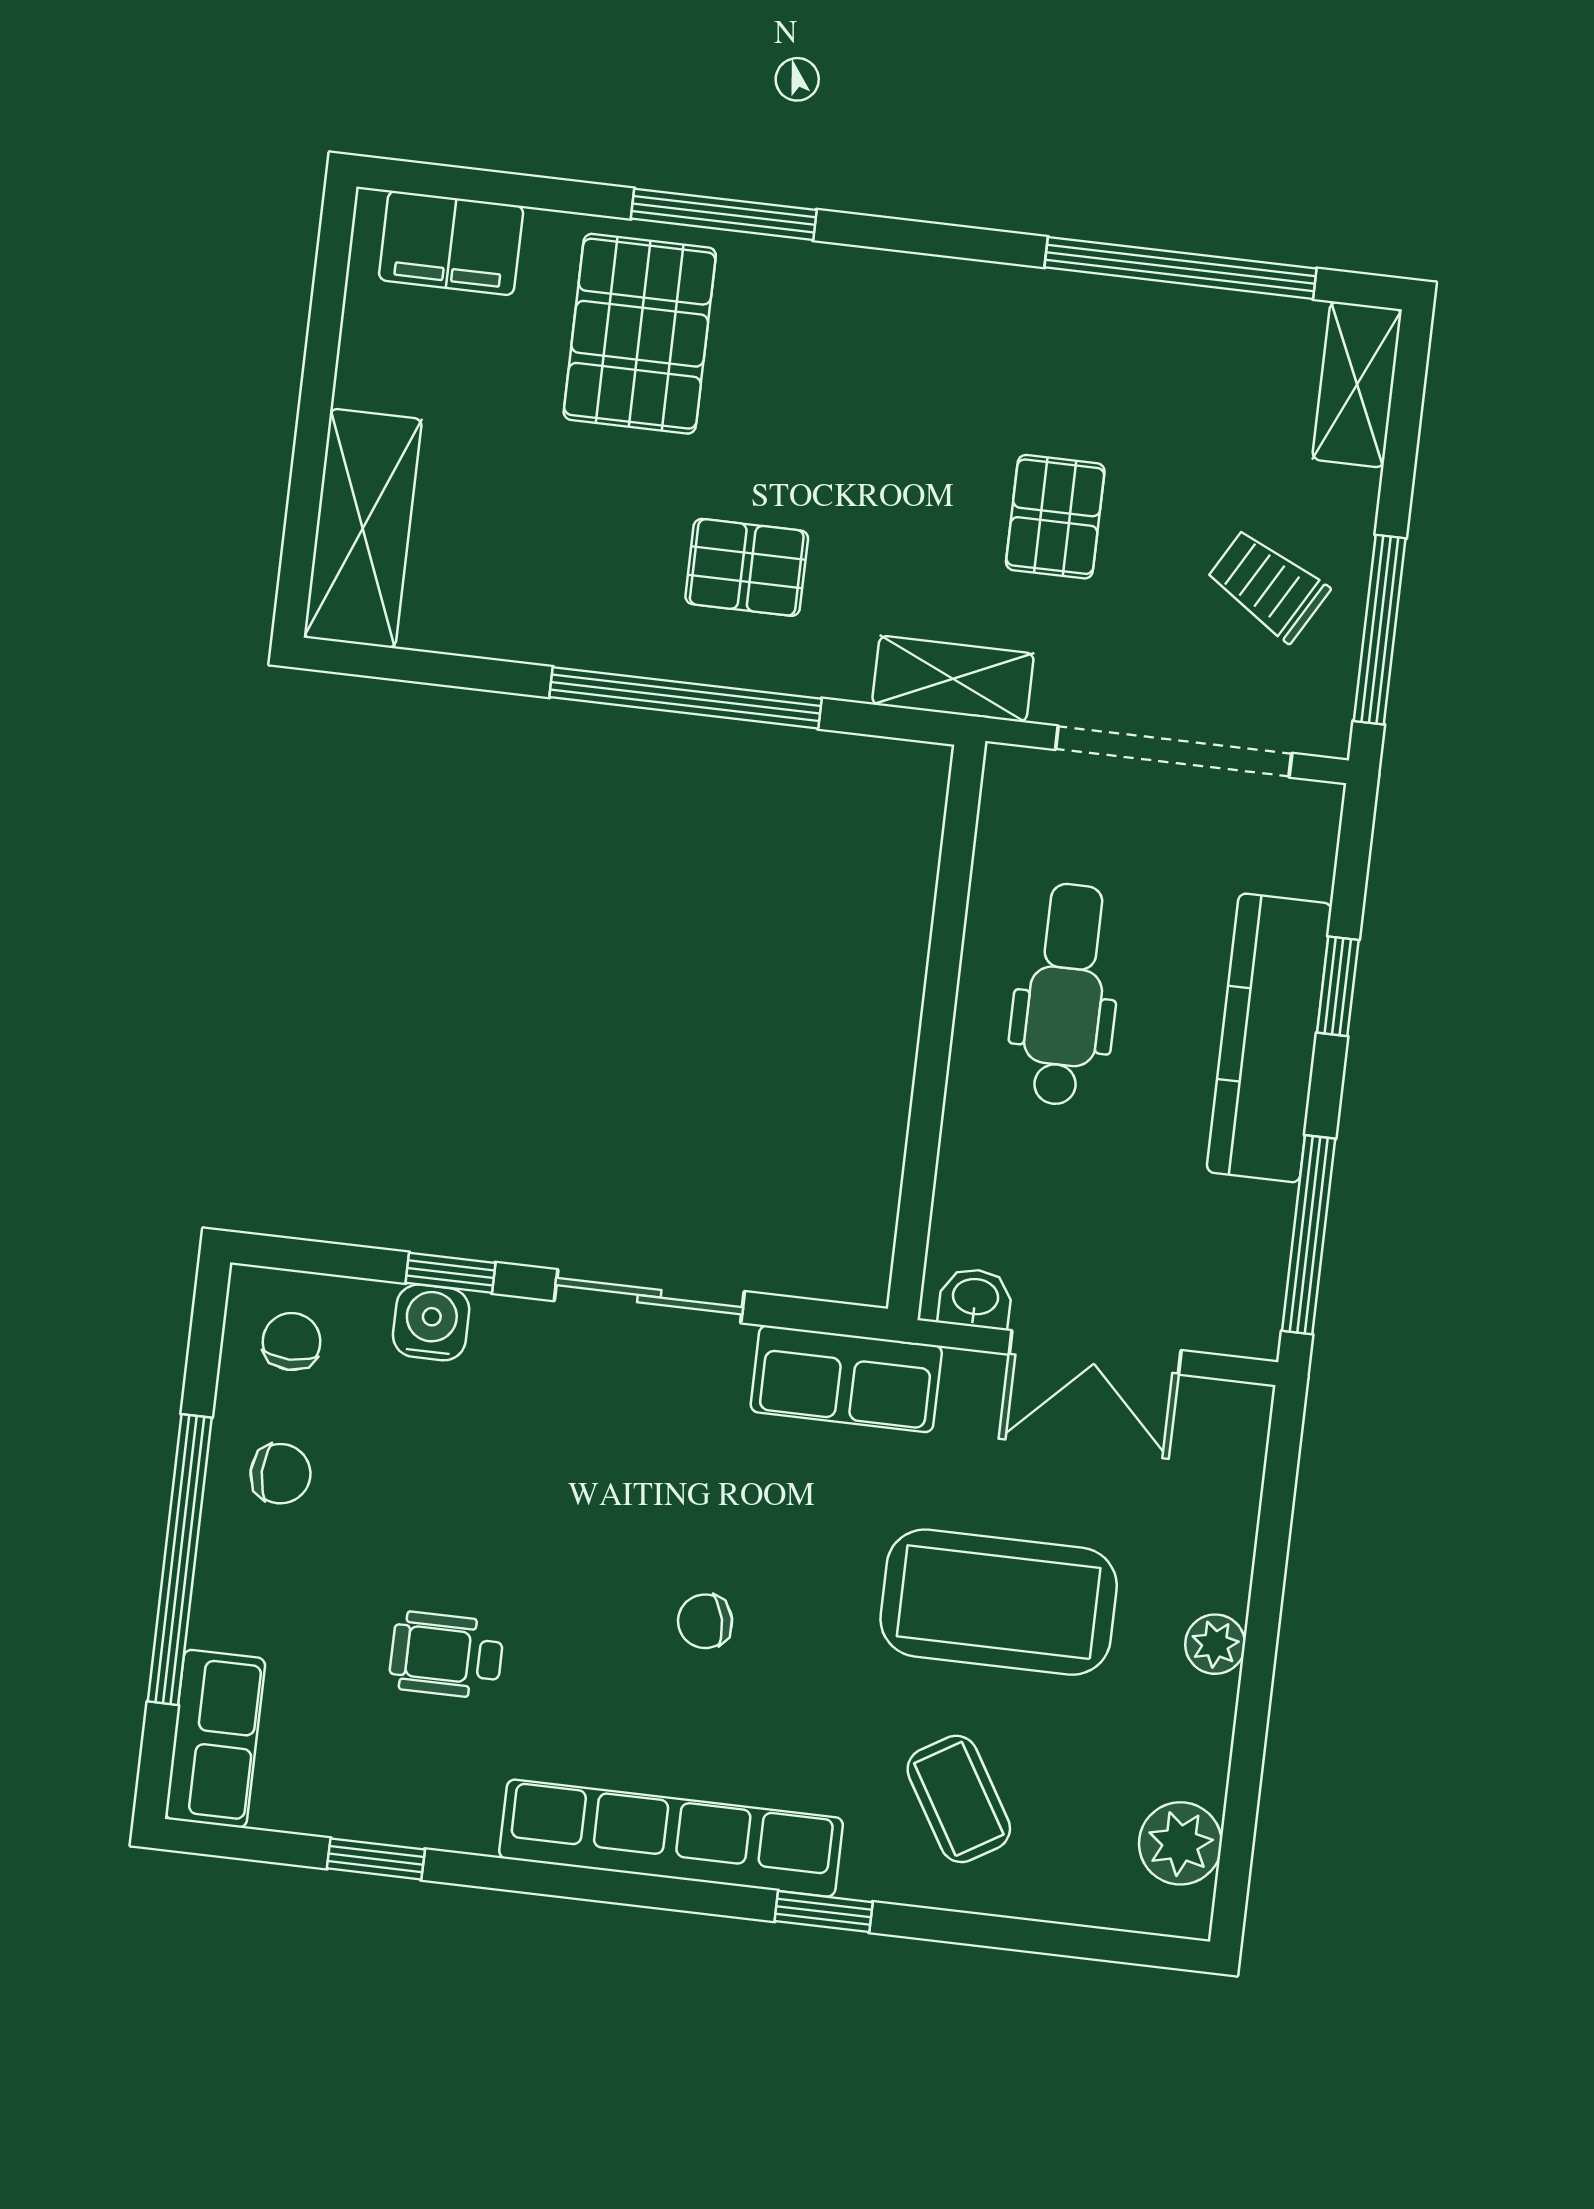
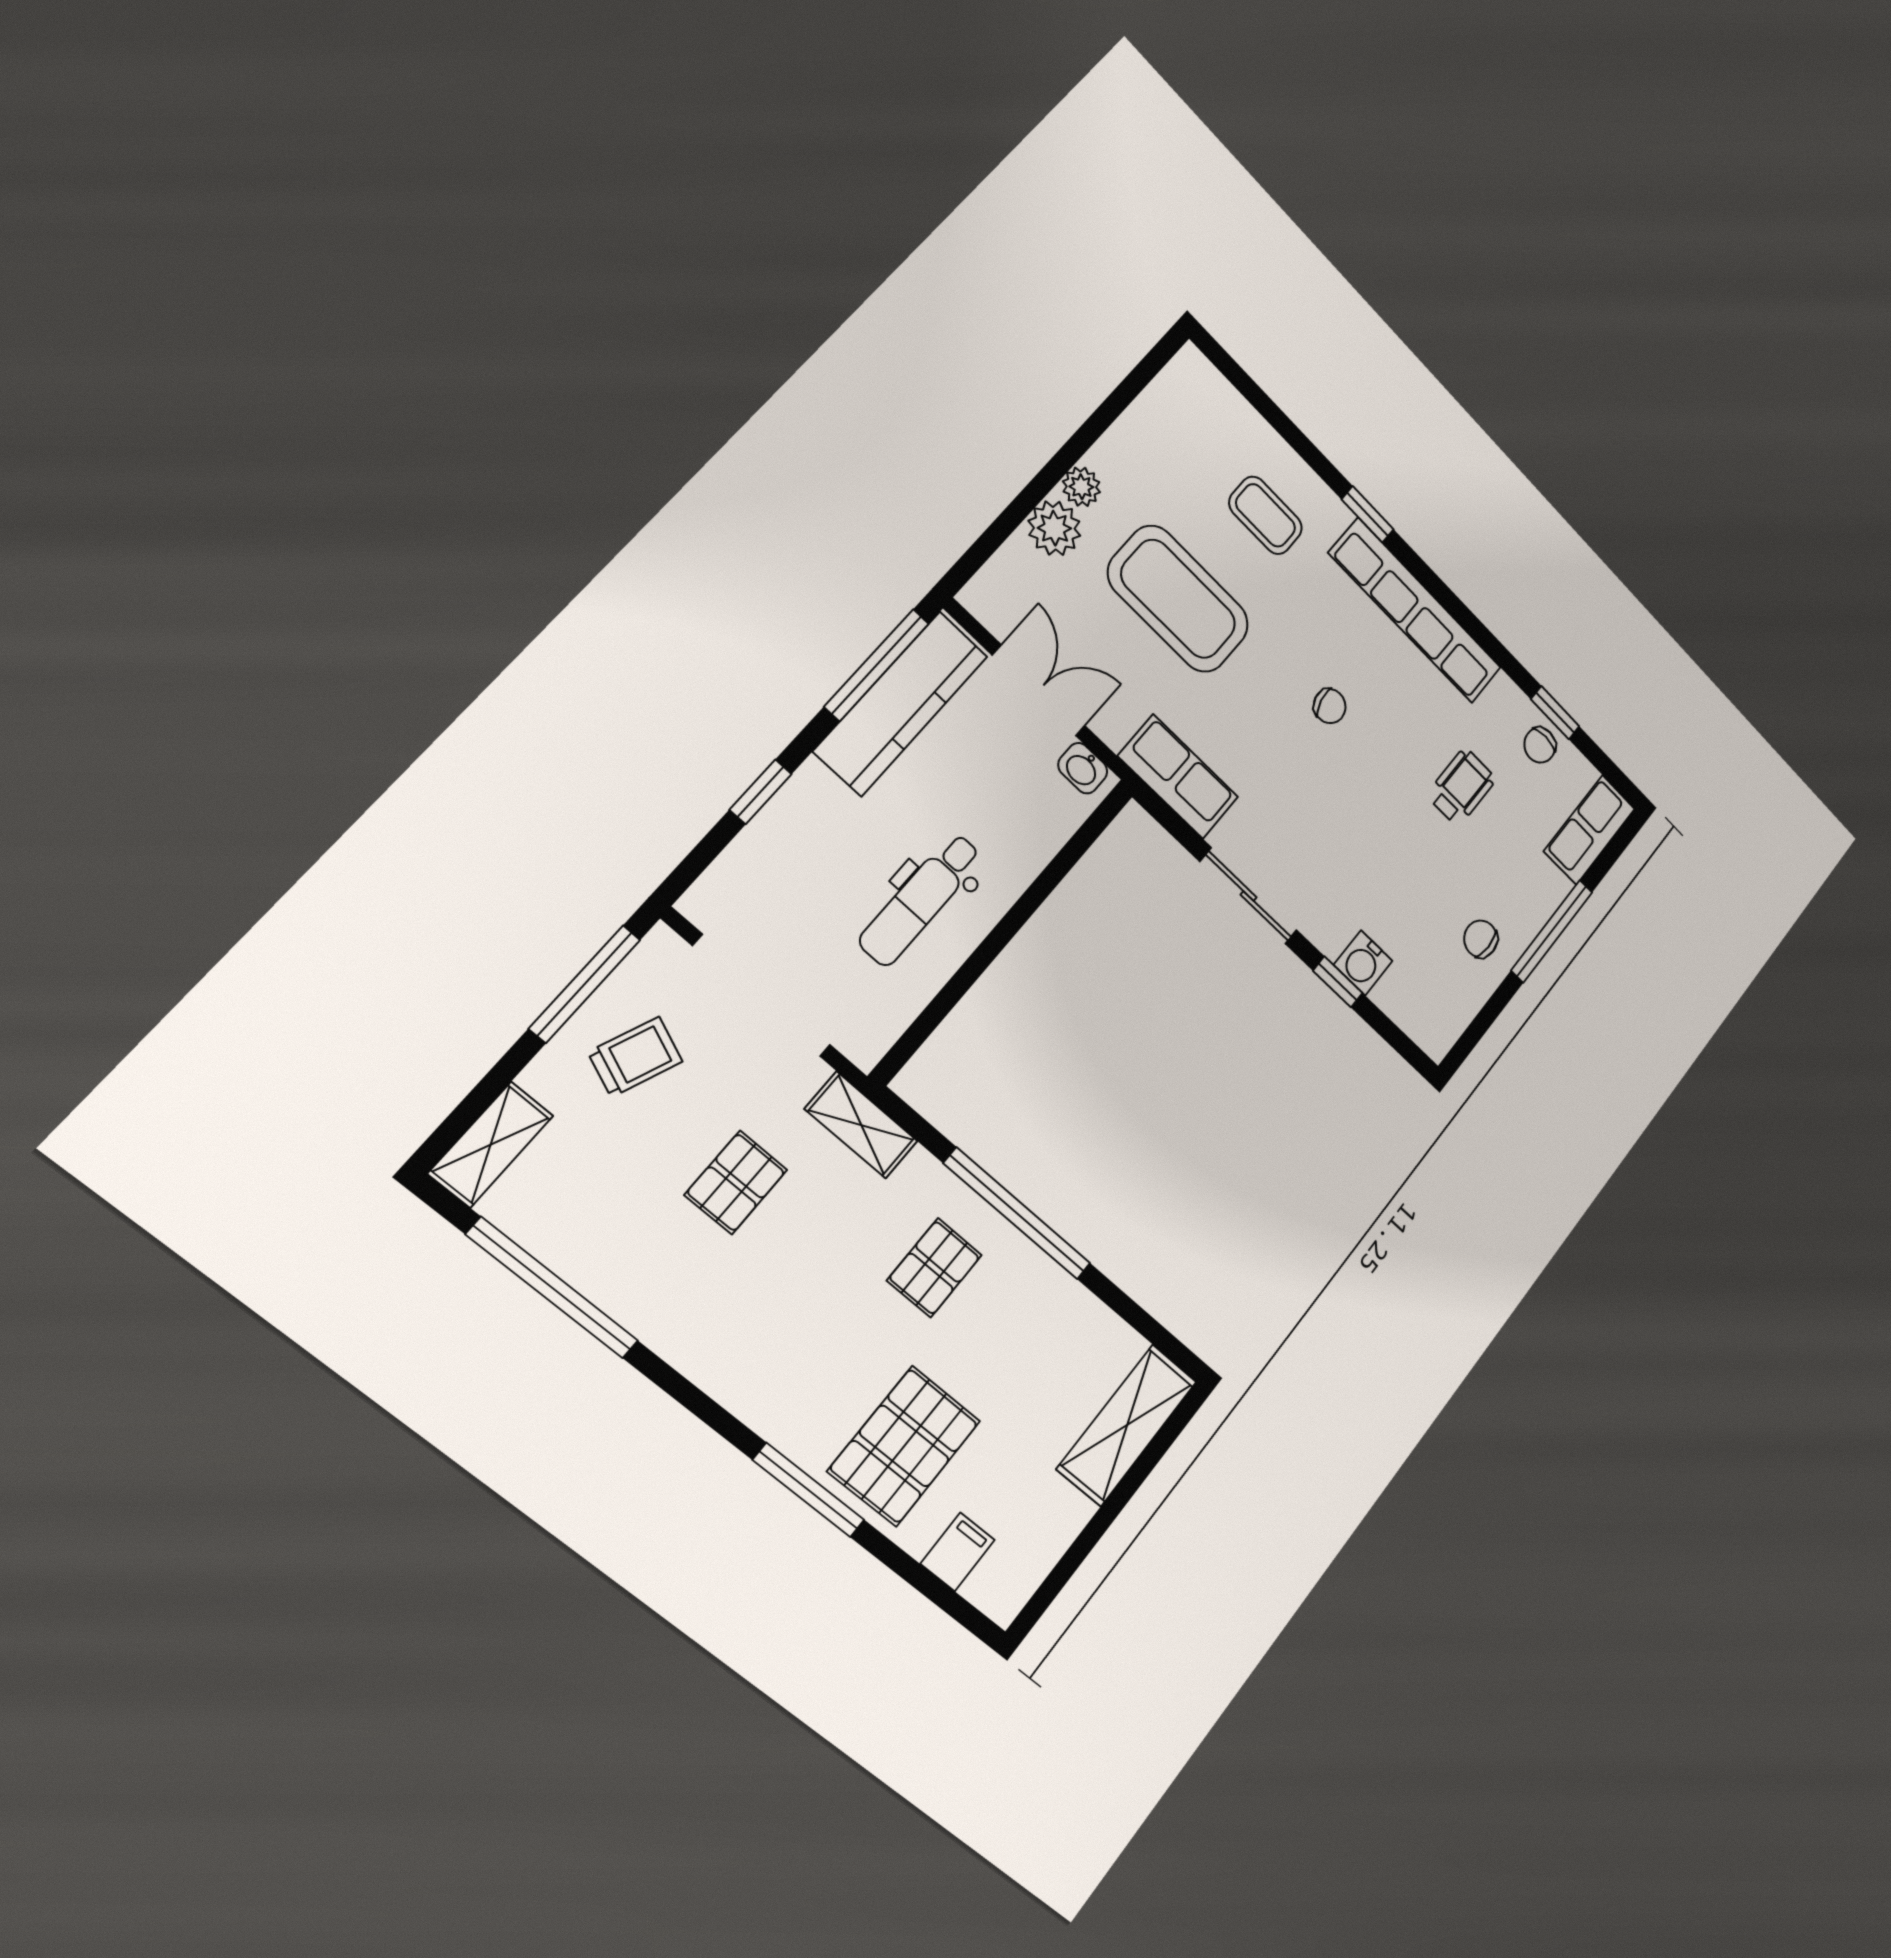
filing cabinet: (451, 243) -> (958, 1552), width x0.50
pallet: (747, 567) -> (934, 1268), turned 90
trolley: (1268, 585) -> (635, 1057), turned -98
kitchen counter: (1269, 1038) -> (901, 703), moved
chair: (292, 1342) -> (1540, 745), moved
window: (180, 1560) -> (1552, 931), width x0.68
wheelchair: (446, 1655) -> (1461, 787), turned -90
coffee table: (959, 1799) -> (1266, 515), turned -59
plant: (1180, 1843) -> (1054, 528), moved

